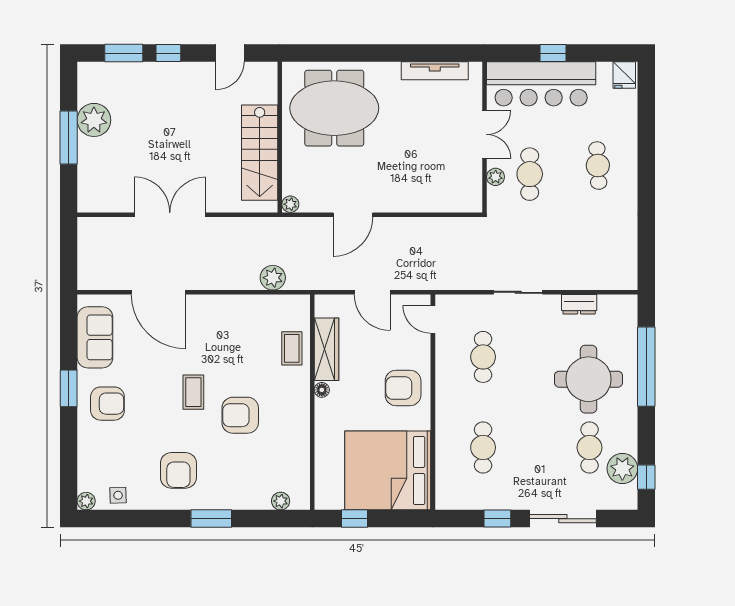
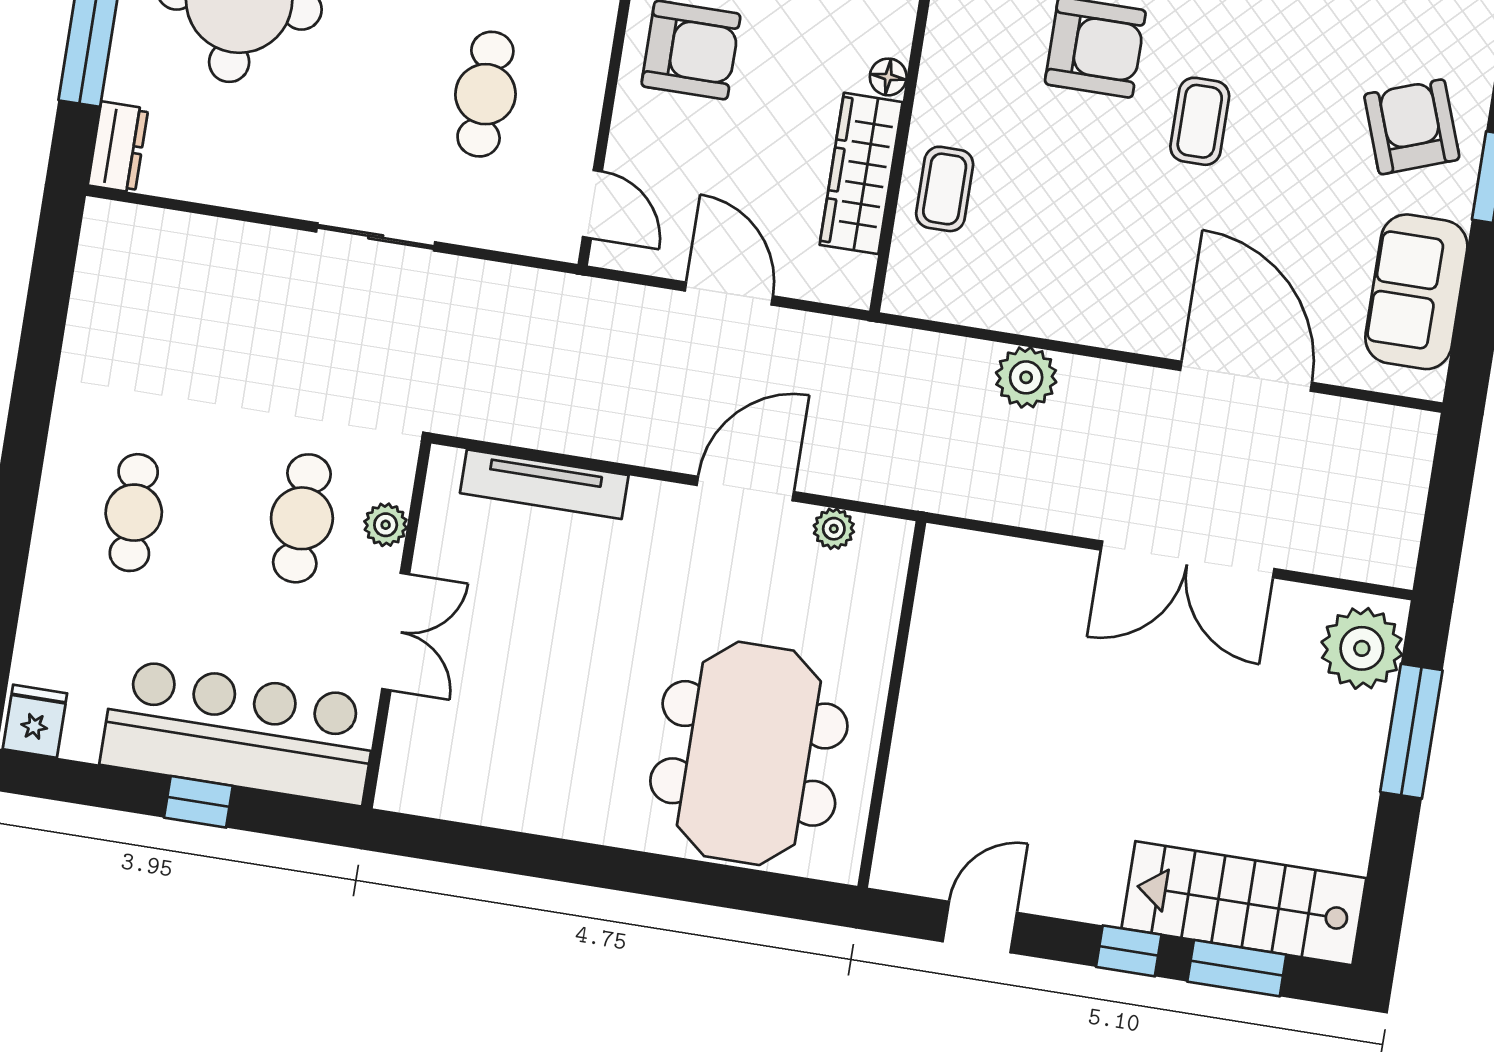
tv unit: (435, 71) -> (544, 484), moved, turned 180
meeting table: (334, 108) -> (749, 753), turned 90
plant: (94, 120) -> (1362, 648), moved
double door: (485, 134) -> (396, 632), swing flipped
window: (69, 138) -> (1411, 731), moved
stairs: (260, 153) -> (1244, 903), moved, turned -90
plant: (290, 204) -> (834, 529), moved
plant: (273, 278) -> (1026, 377), moved
dresser: (579, 304) -> (118, 147), moved, turned 90
armchair: (107, 404) -> (1412, 127), turned 70

